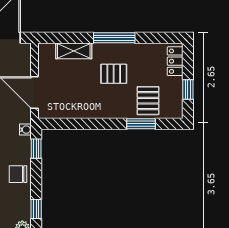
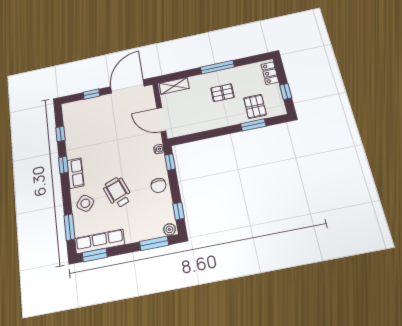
shelving: (74, 51) -> (174, 86), moved
chair: (18, 174) -> (158, 185), turned -90

